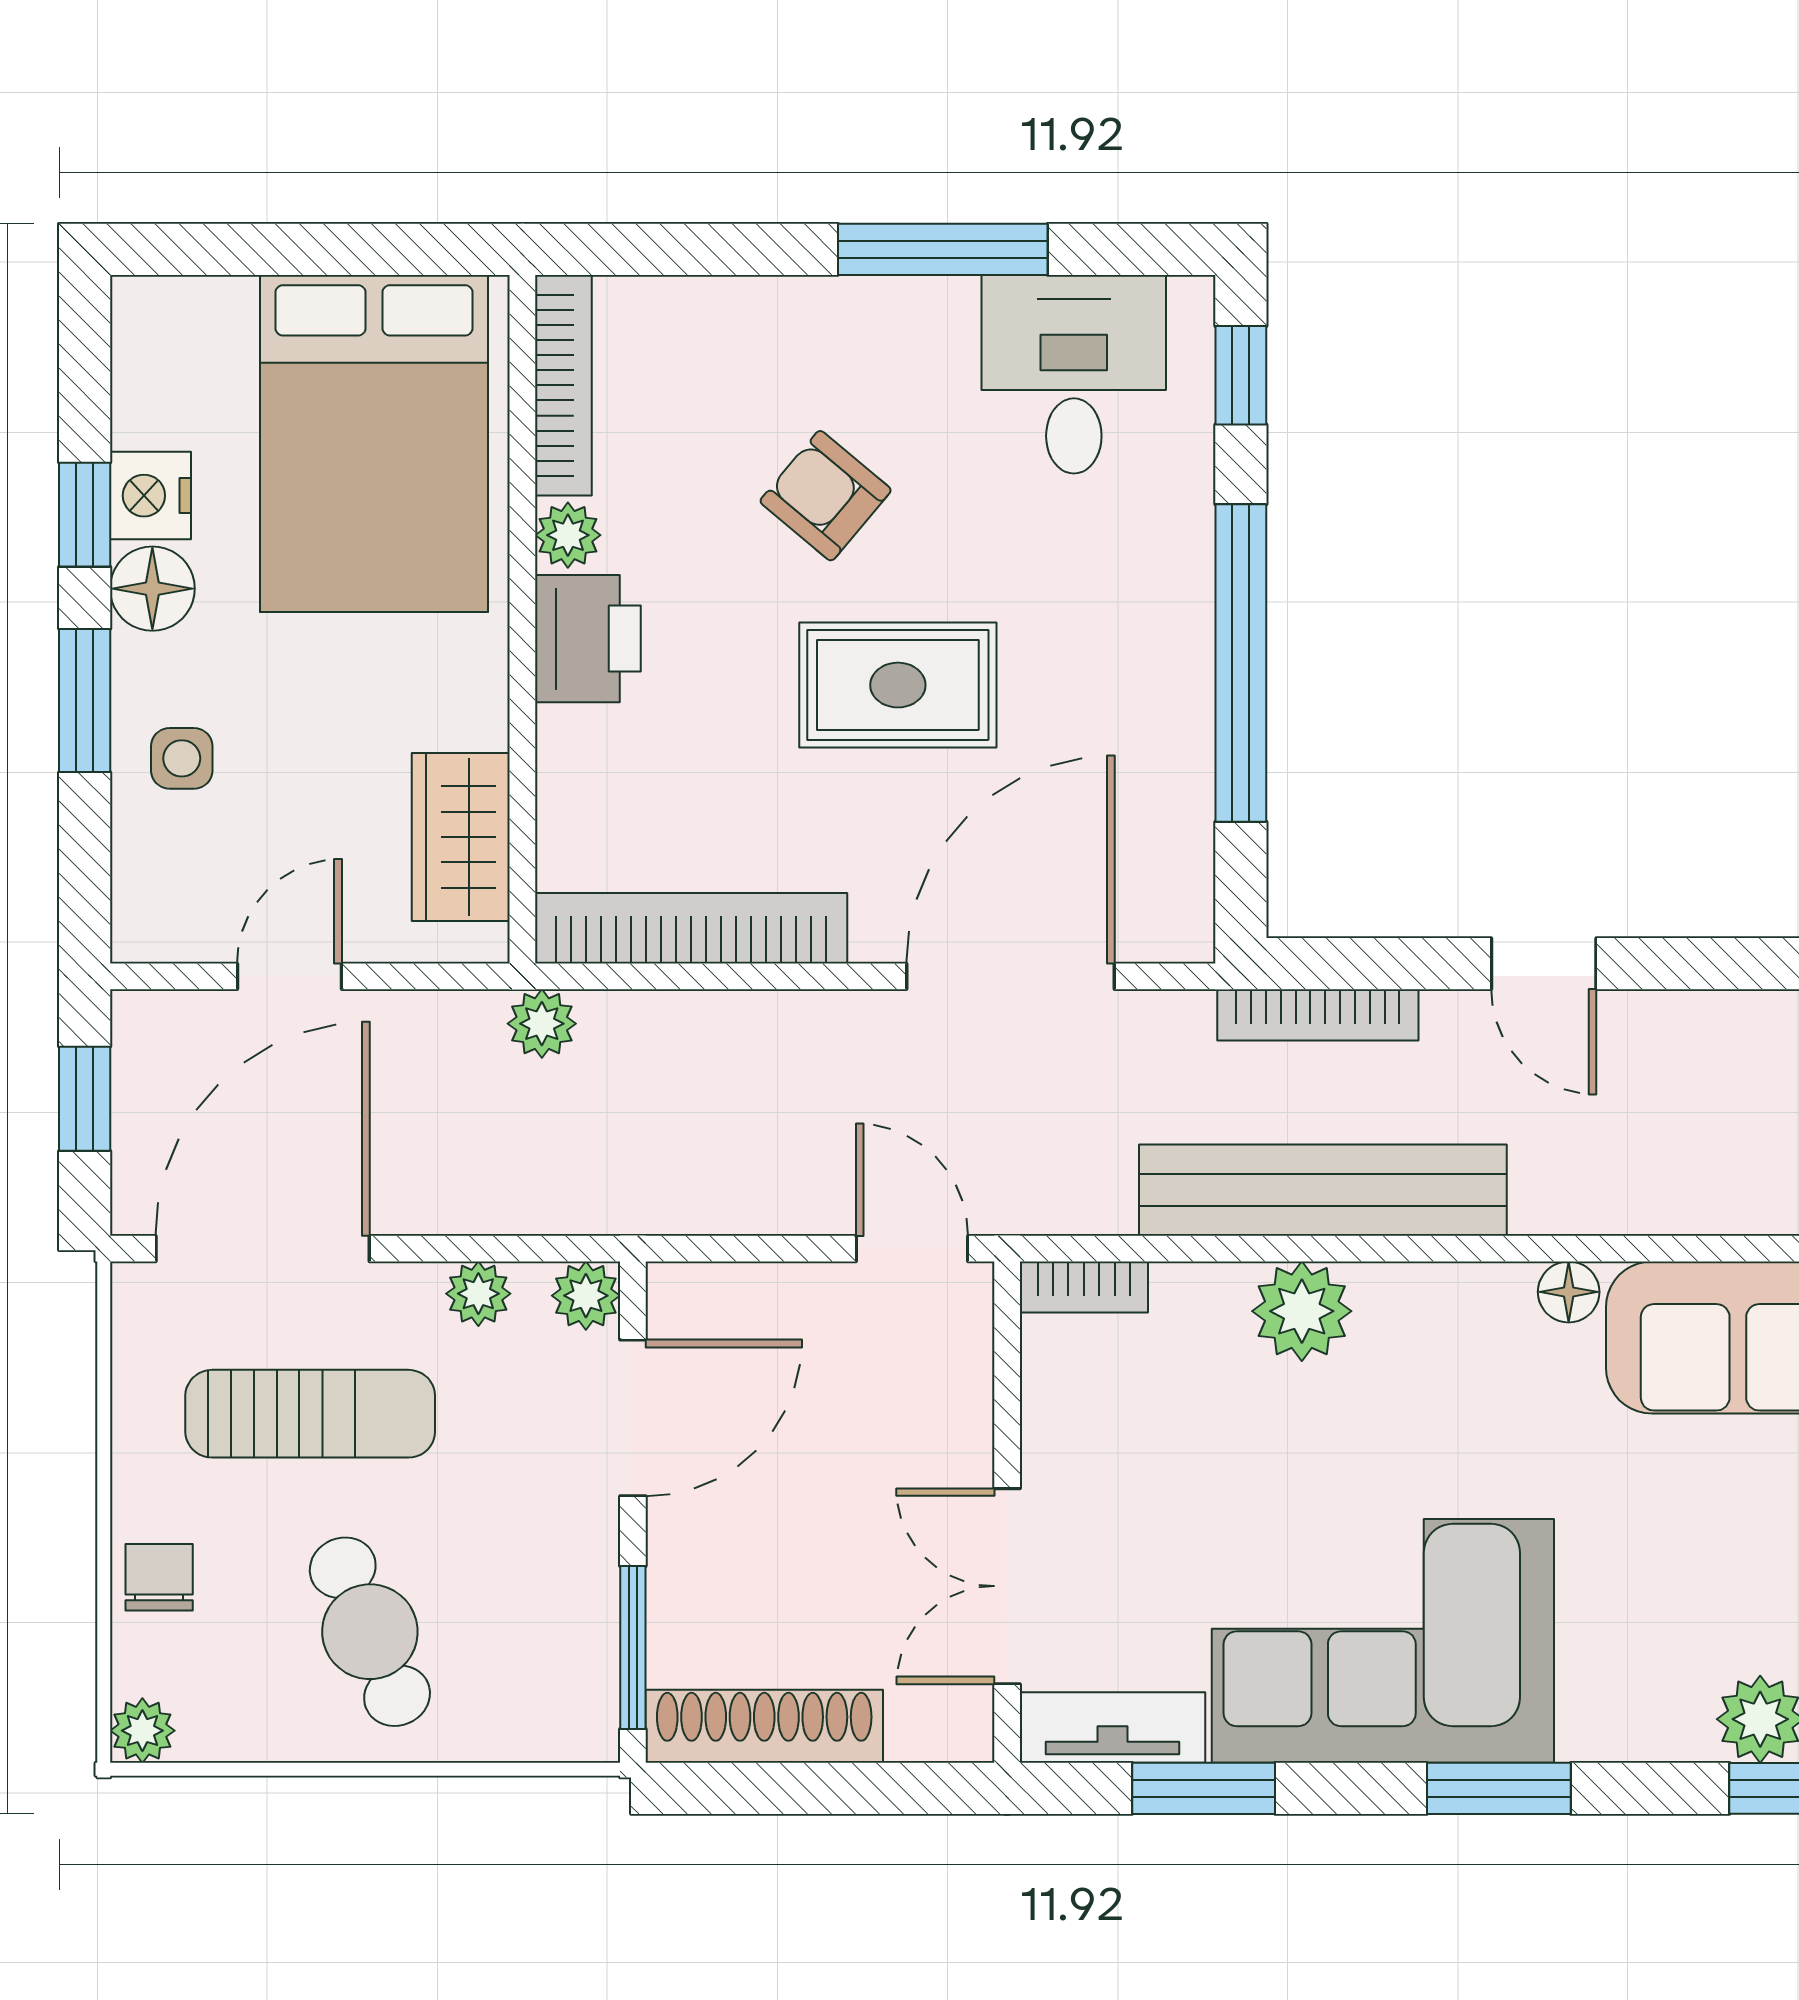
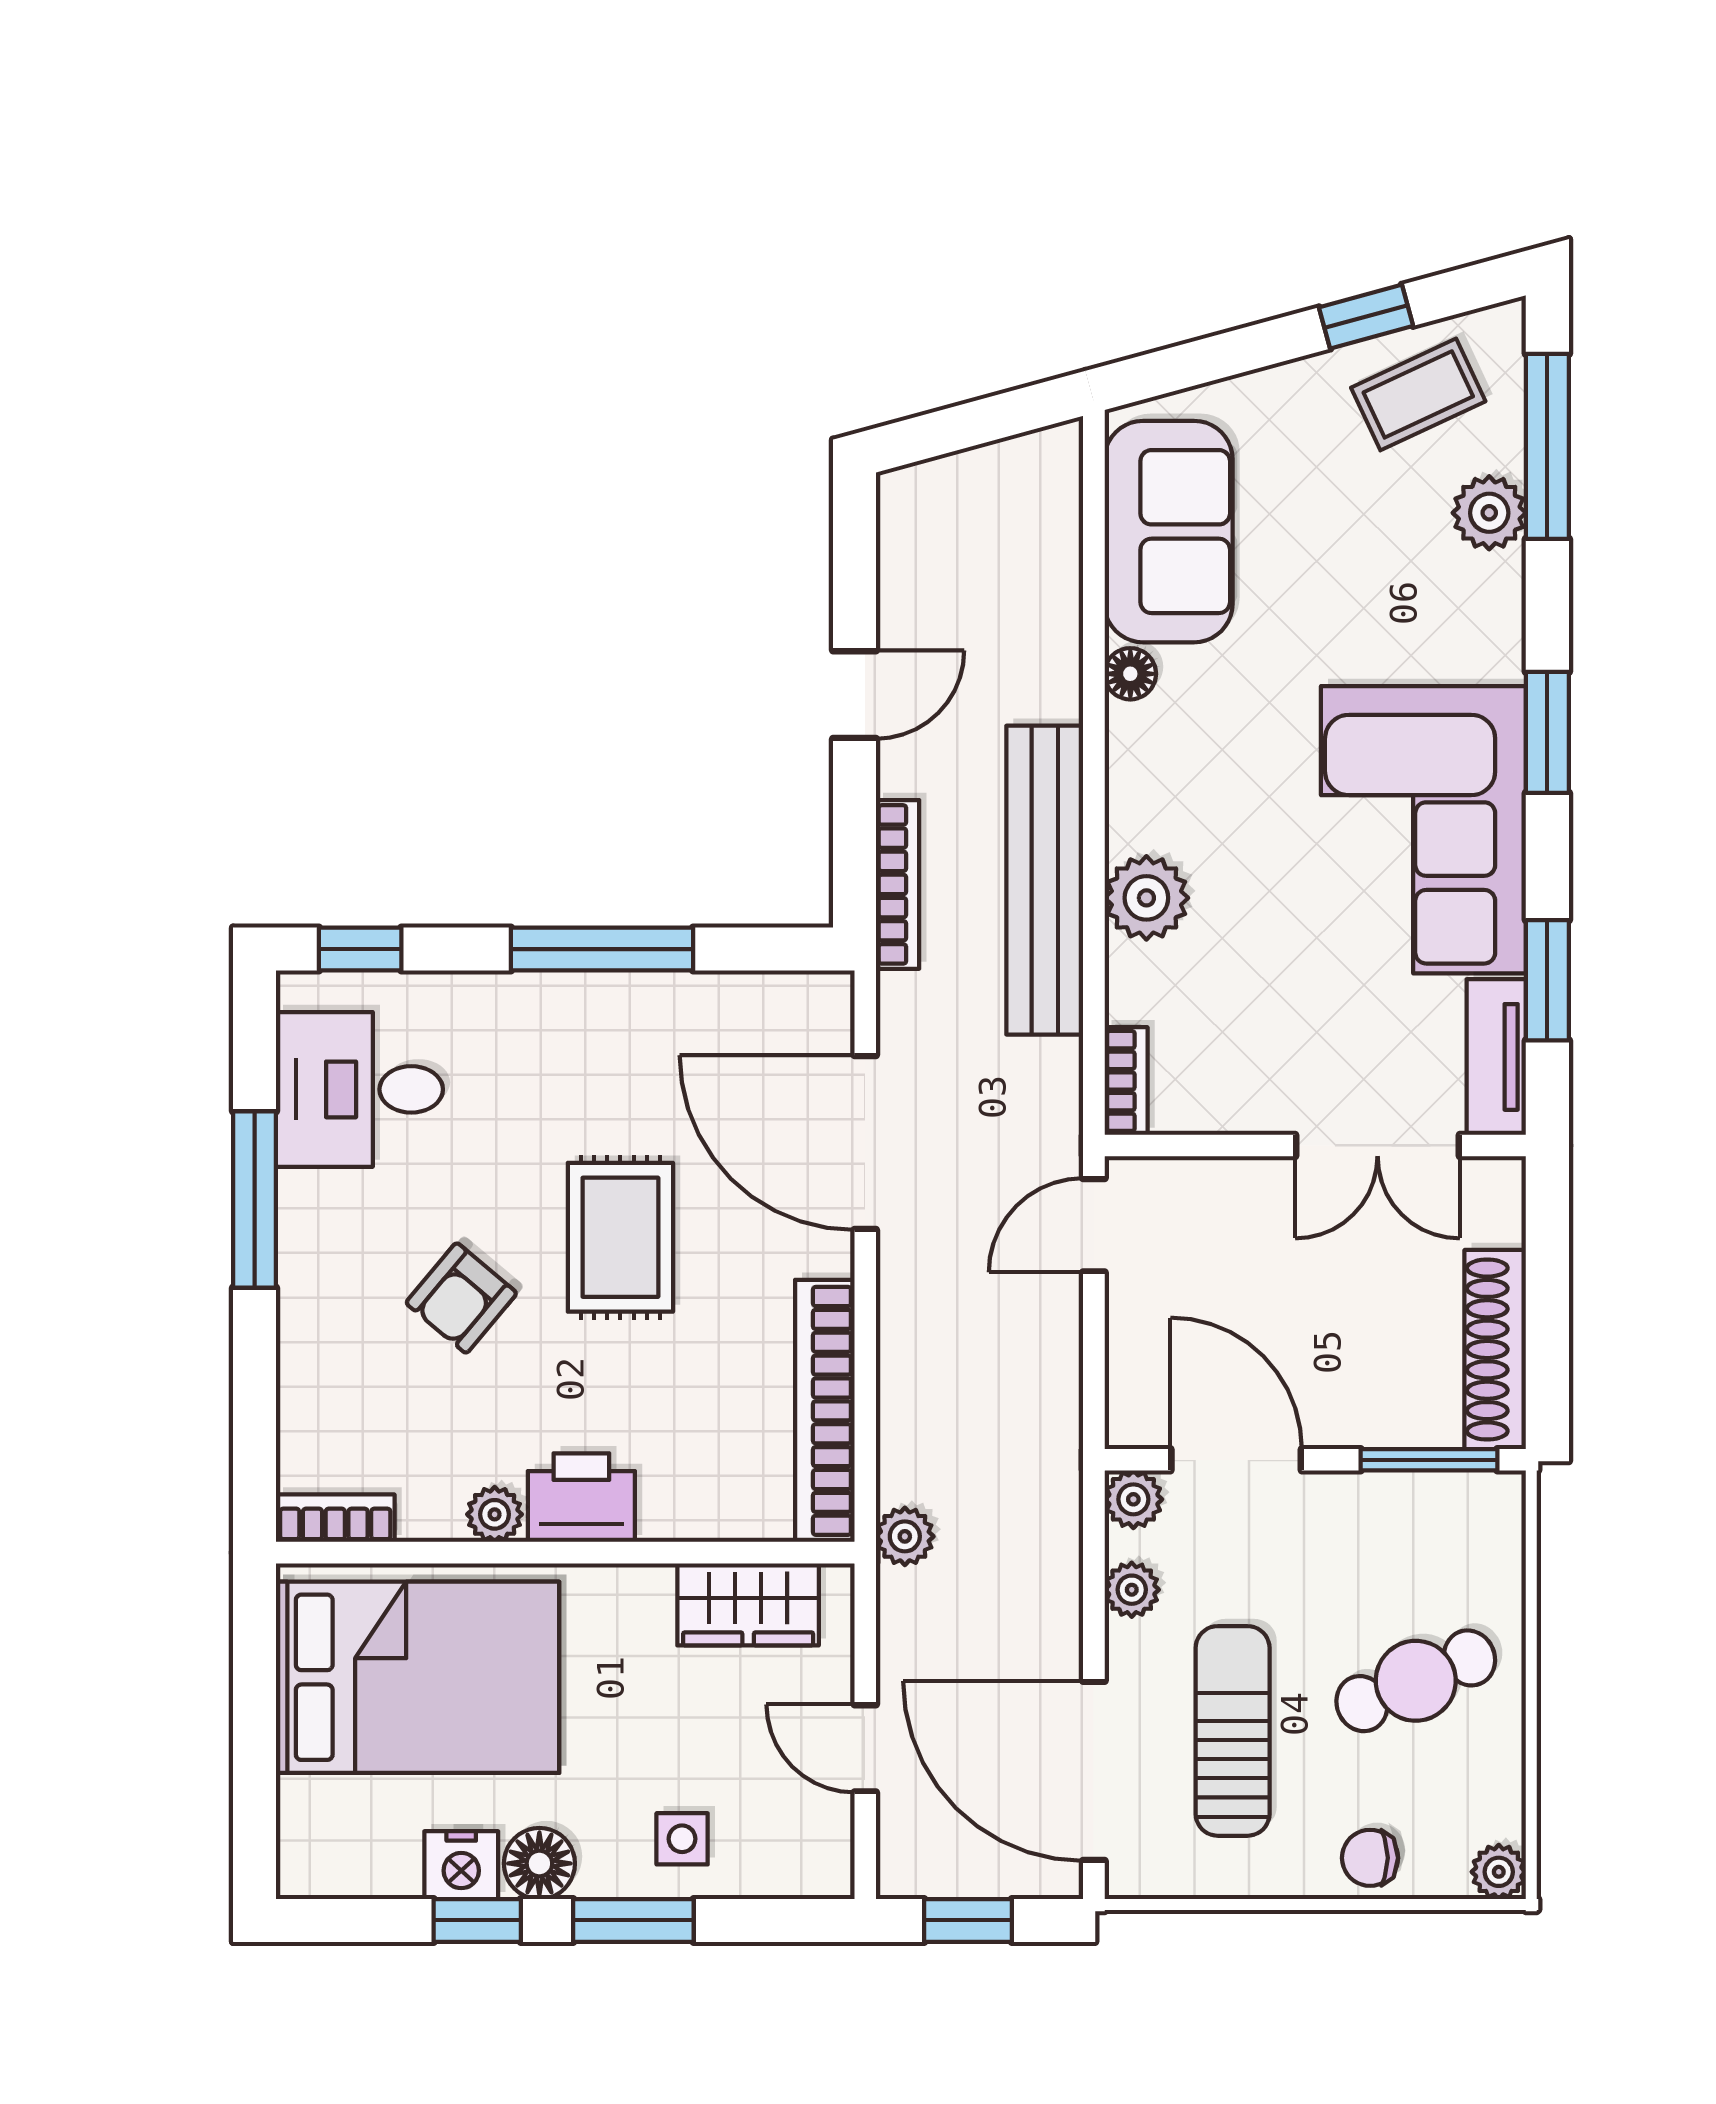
bookcase: (563, 385) -> (335, 1518), width x0.64
window: (1241, 663) -> (602, 949), width x0.68

